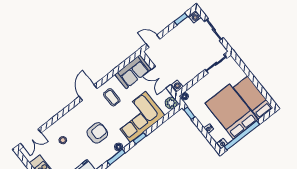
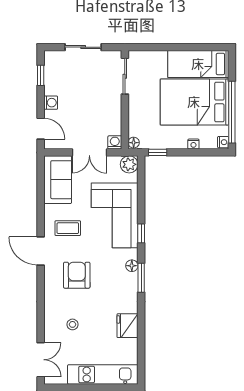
washing machine: (195, 17) -> (51, 103), moved
door: (153, 41) -> (41, 129), swing flipped
armchair: (97, 133) -> (77, 275), moved

